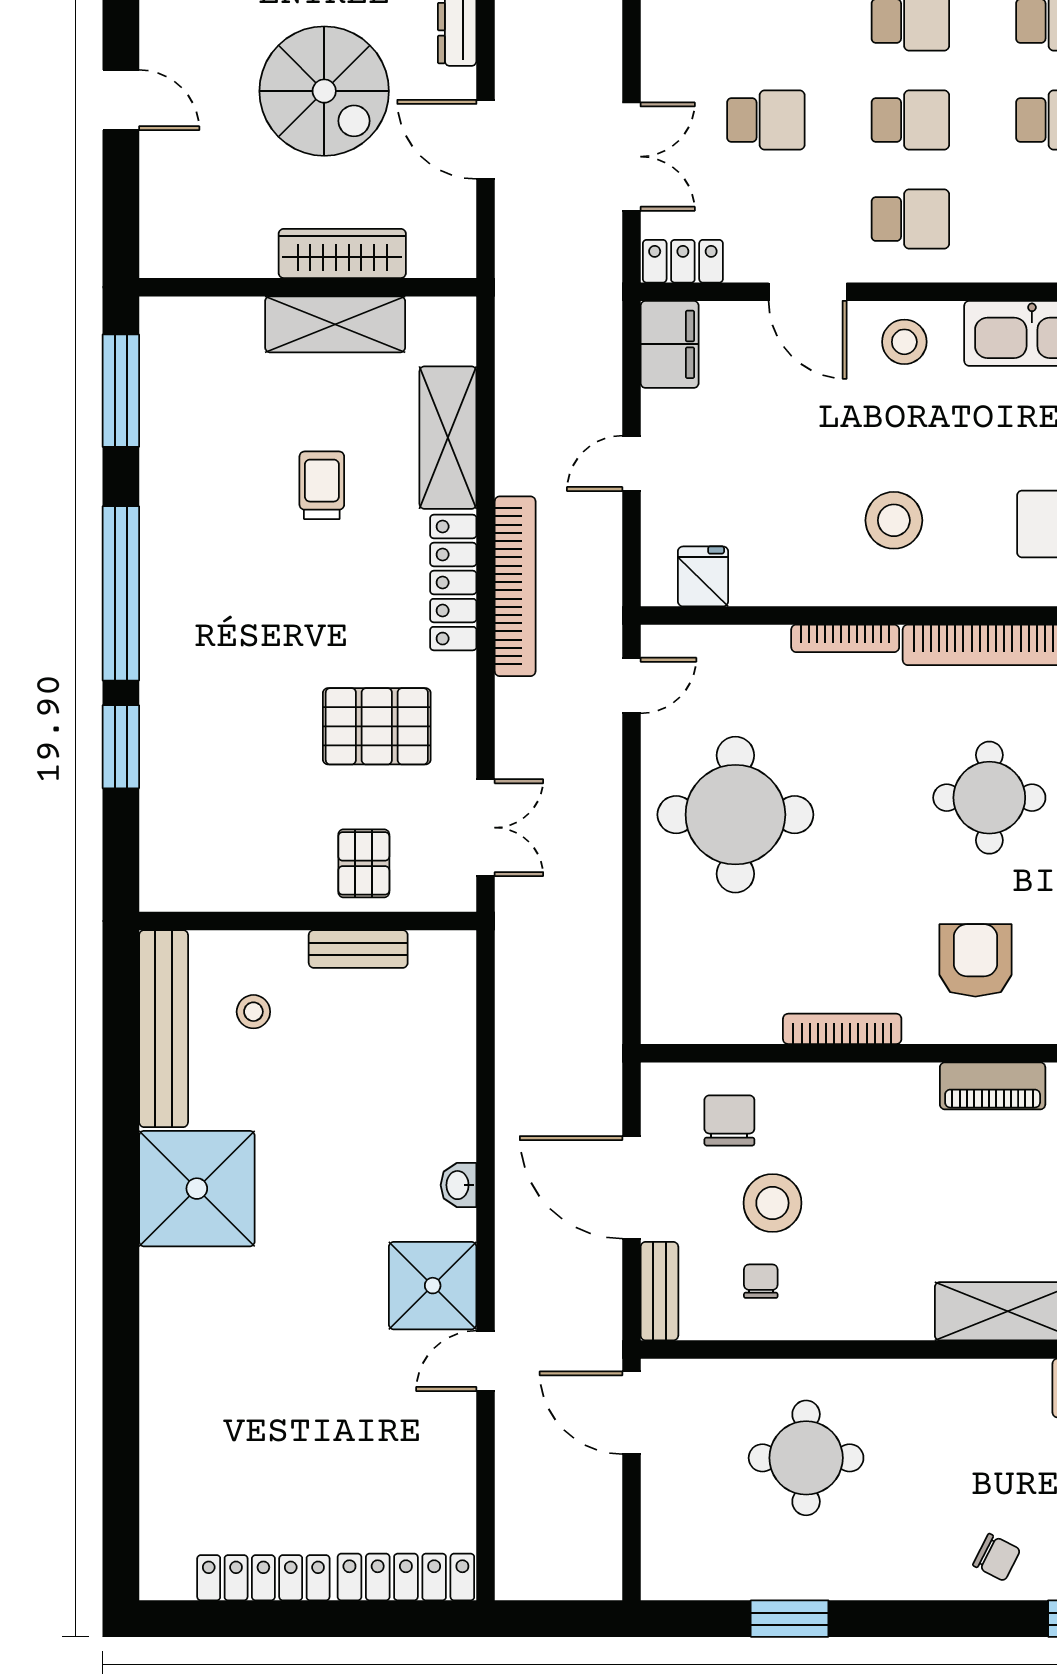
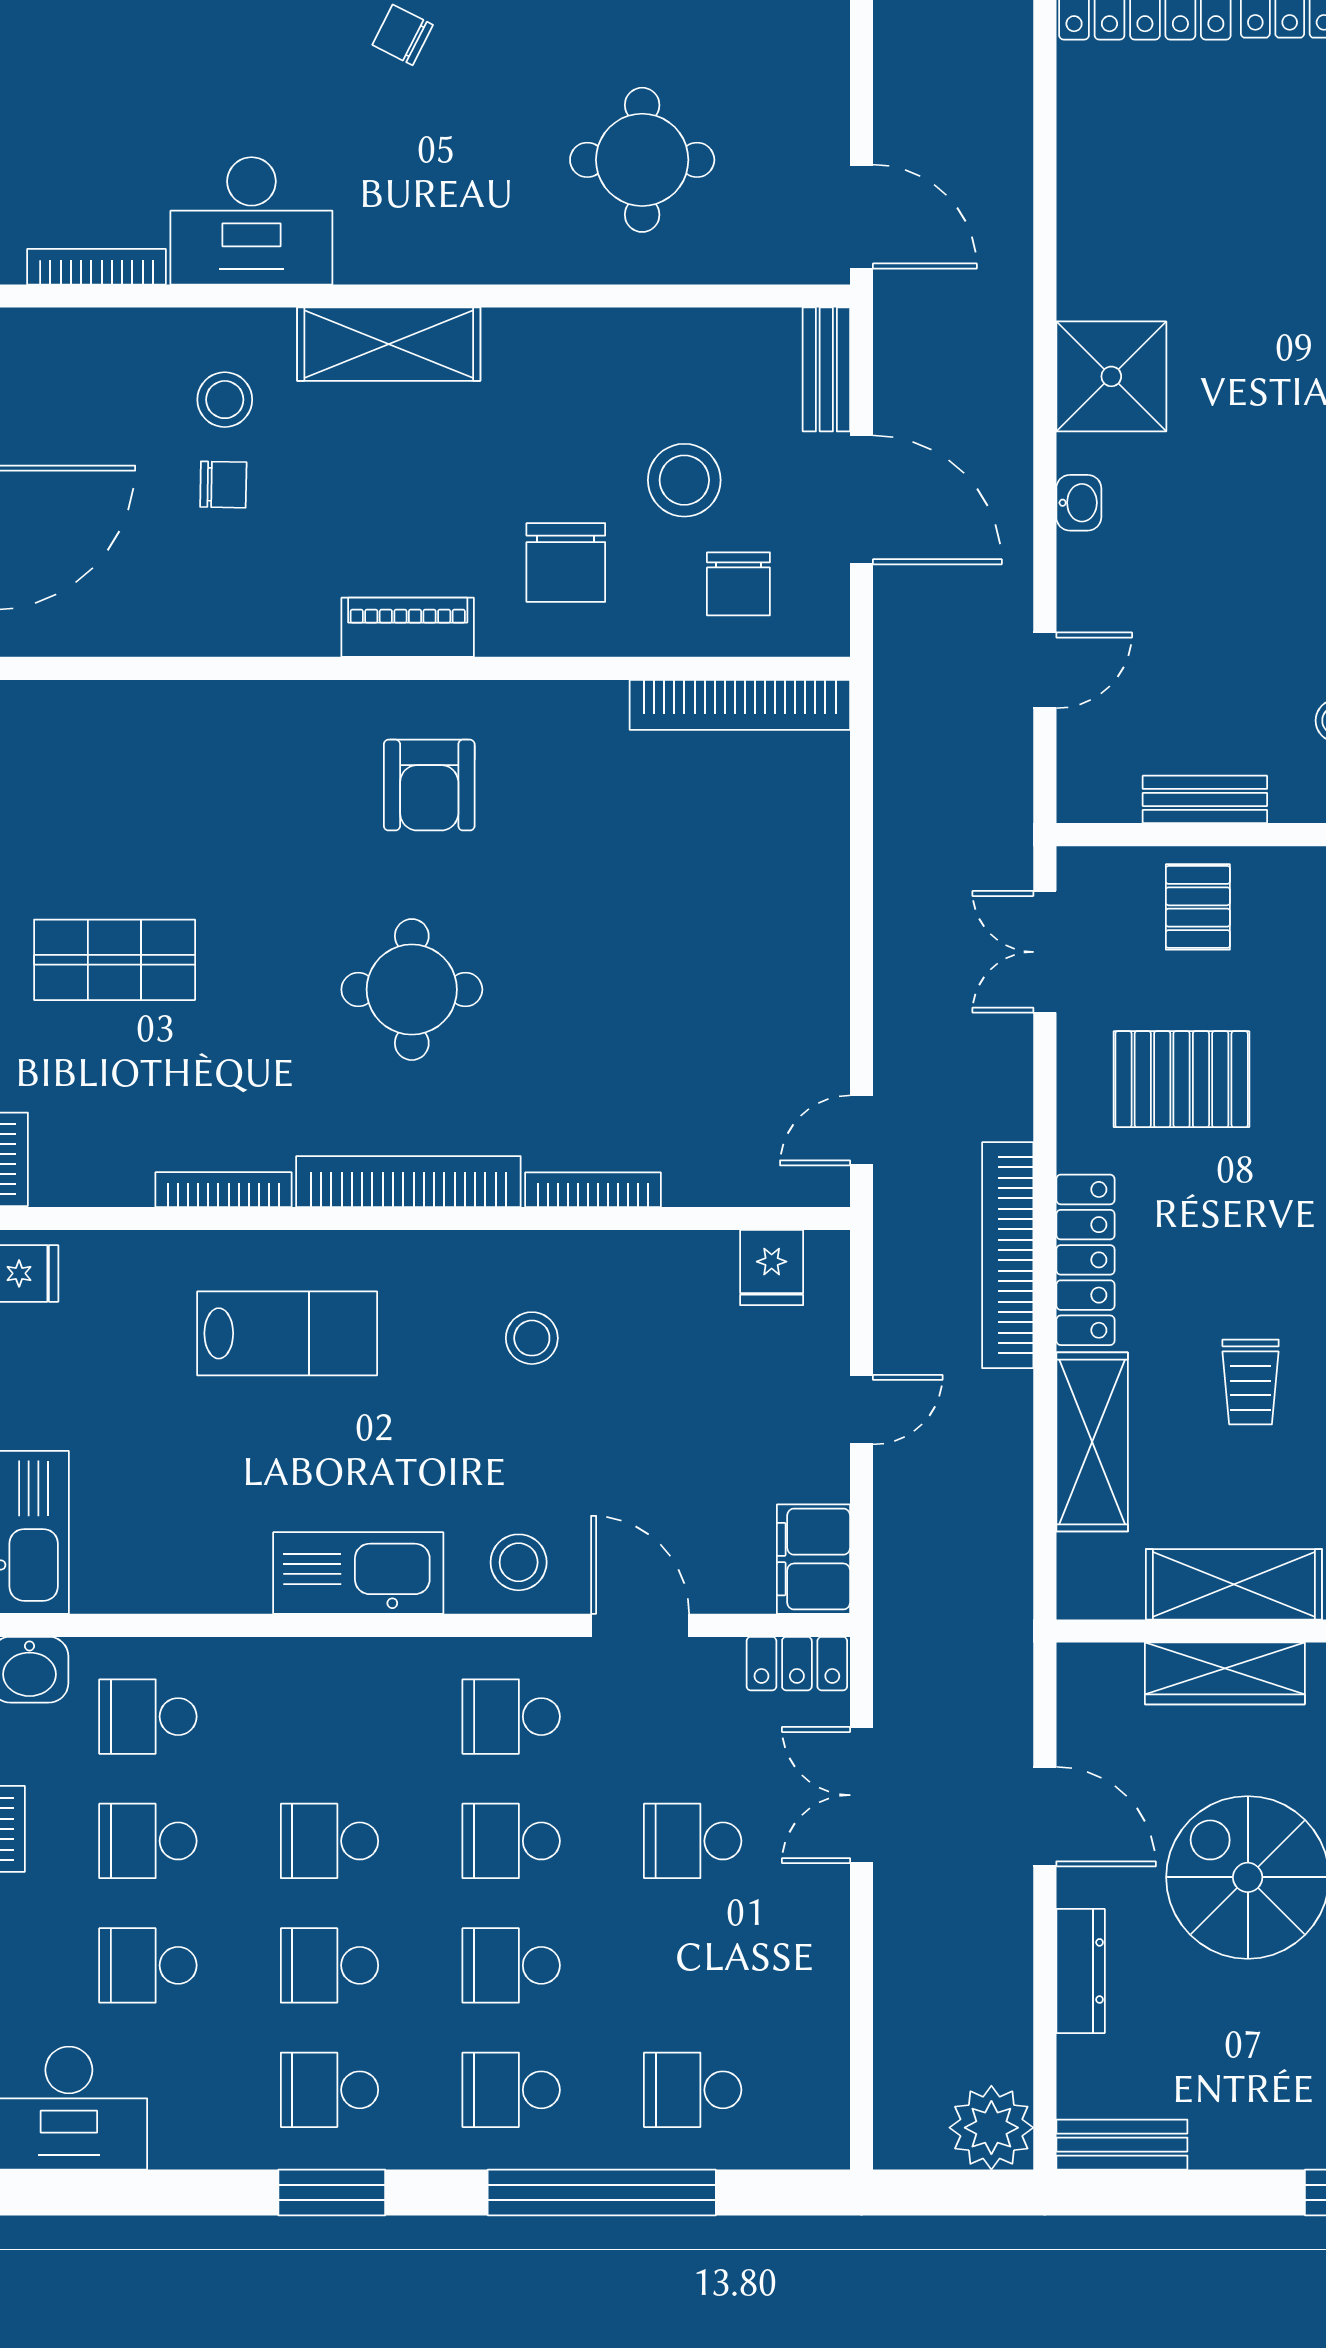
stool: (894, 520) -> (532, 1338), width x0.73, depth x0.73
round table: (735, 815) -> (731, 968), removed
bookcase: (842, 1029) -> (740, 705), moved, width x1.48, depth x1.31
chair: (761, 1281) -> (566, 563), moved, width x1.87, depth x1.87
door: (486, 1361) -> (1045, 670), moved

